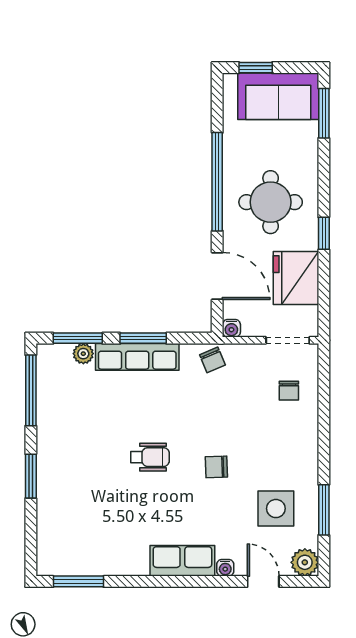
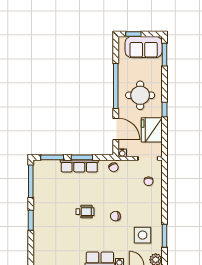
plant: (83, 354) -> (55, 164), removed

